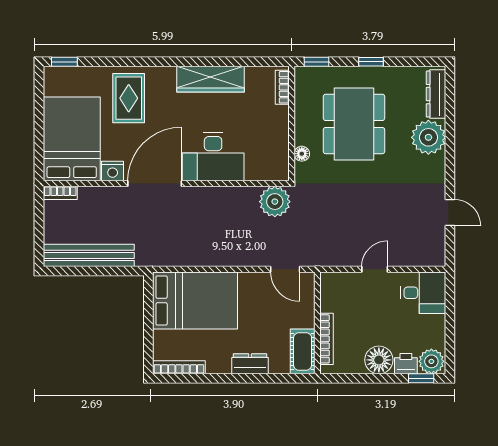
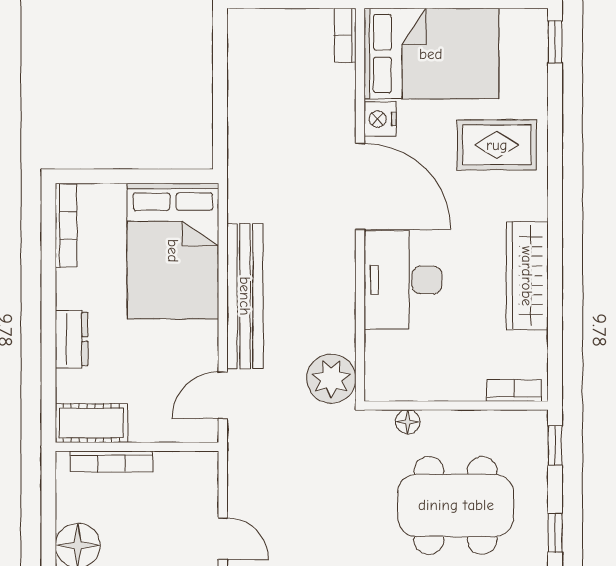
bench: (89, 255) -> (245, 296), moved

